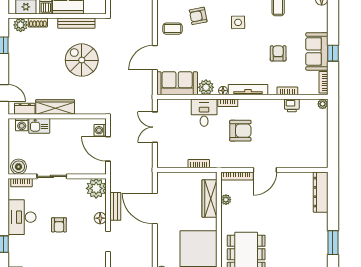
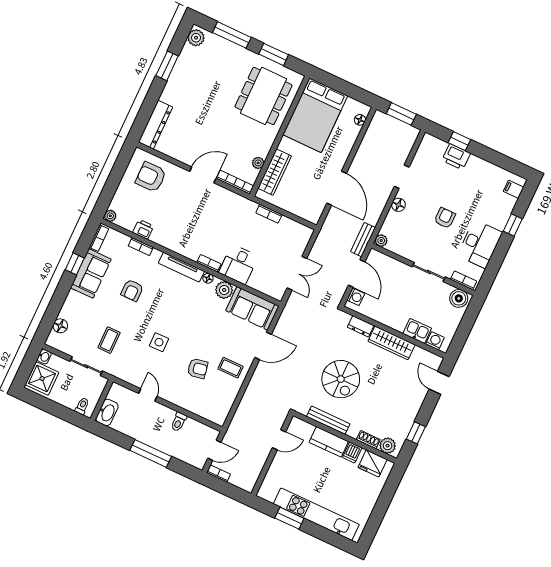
dresser: (25, 109) -> (361, 326), moved
armchair: (240, 131) -> (151, 177), moved
plant: (96, 188) -> (381, 241), width x0.53, depth x0.53
bench: (115, 206) -> (363, 240), moved

